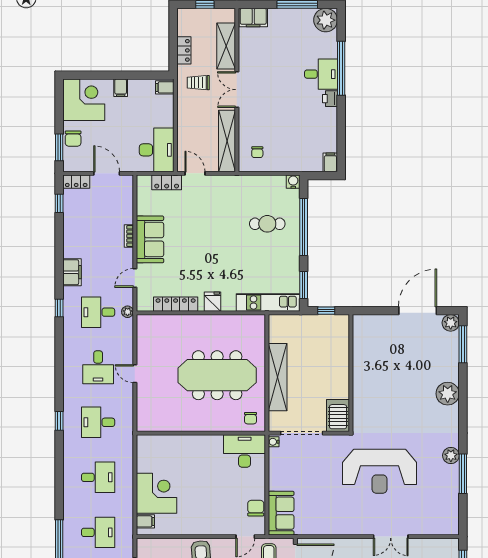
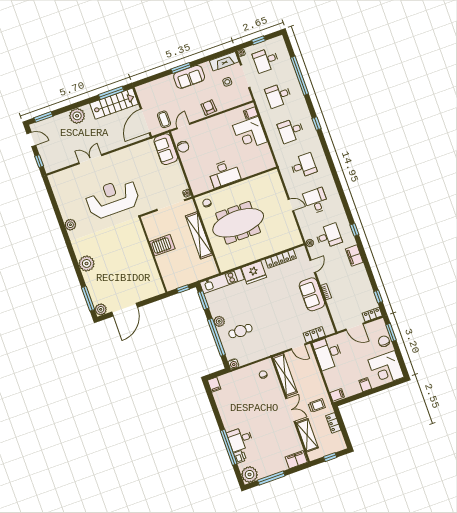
printer: (330, 99) -> (240, 457), moved
plant: (292, 248) -> (219, 321), added
fridge: (213, 302) -> (254, 272), width x1.88, depth x1.34
server rack: (338, 415) -> (162, 245), moved, turned -90
window: (59, 421) -> (317, 123), moved
desk: (245, 451) -> (224, 173), moved
window: (463, 474) -> (59, 216), removed

